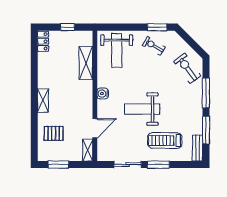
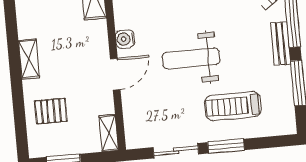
door: (95, 128) -> (115, 74), moved
bench: (197, 148) -> (281, 44), moved

